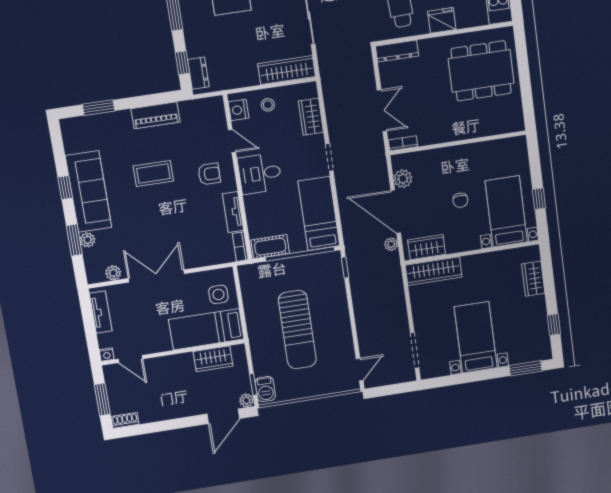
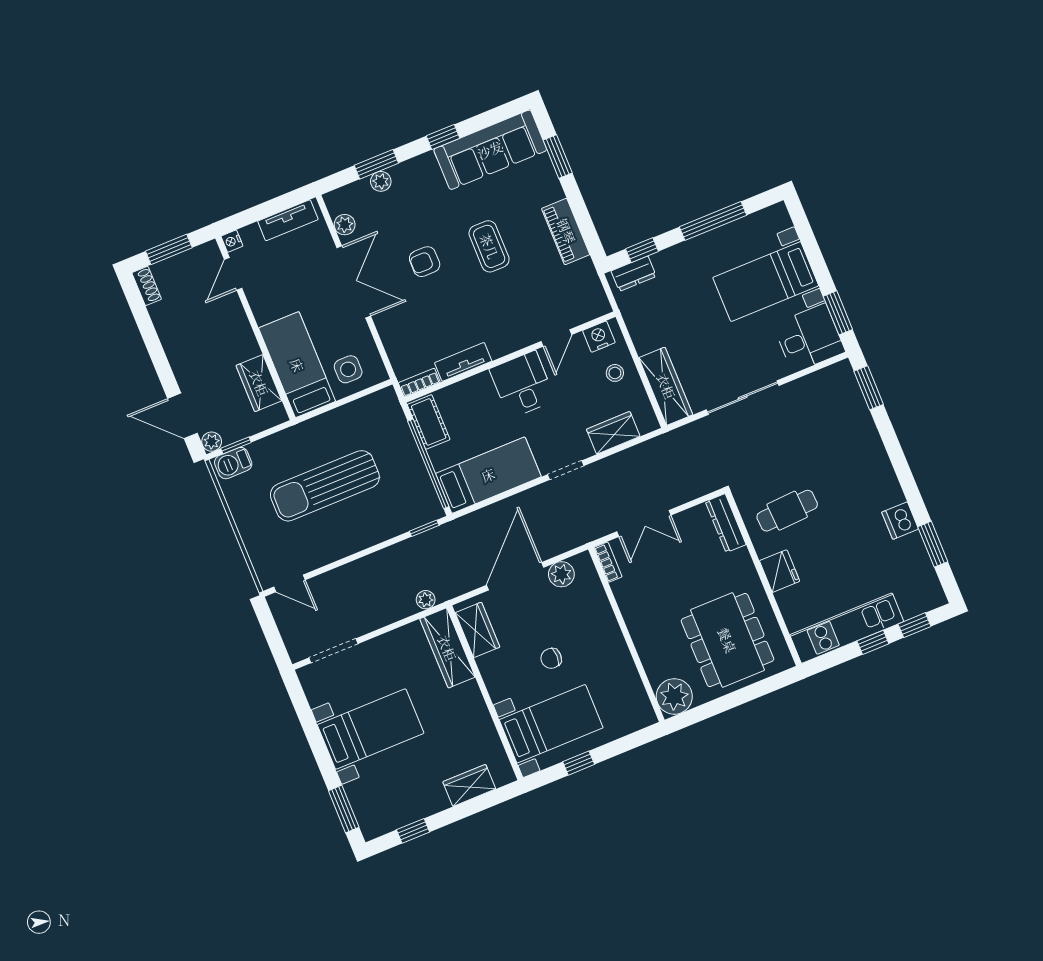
plant: (511, 119) -> (674, 696), added
armchair: (209, 174) -> (425, 262), moved, turned 90
sofa: (89, 191) -> (490, 150), moved
plant: (391, 244) -> (426, 600), moved

